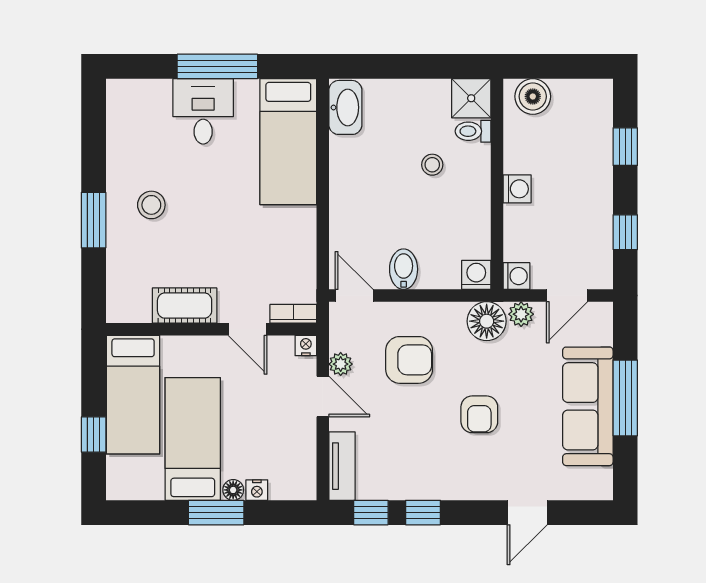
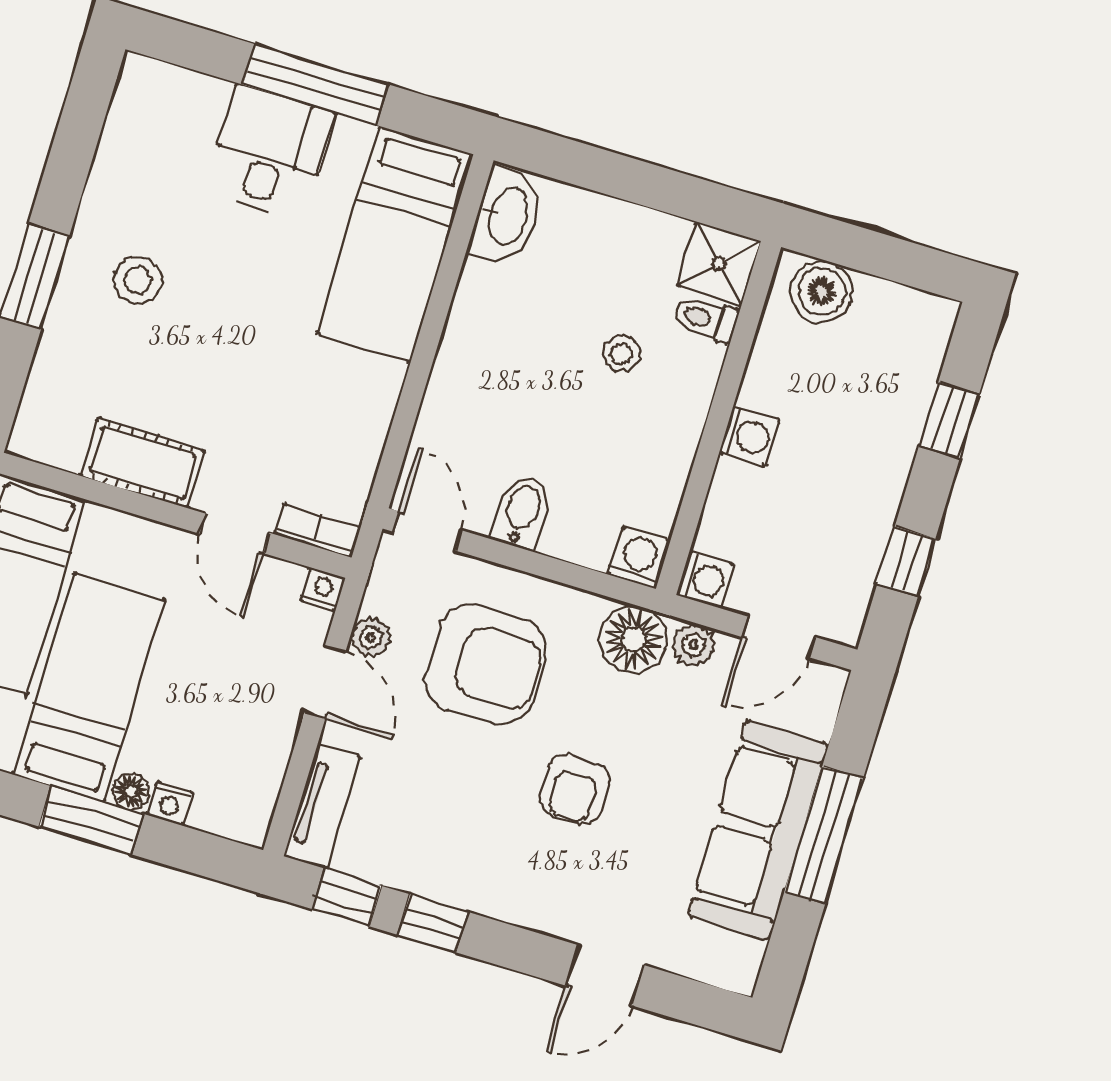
armchair: (409, 360) -> (486, 664), width x1.36, depth x1.36

